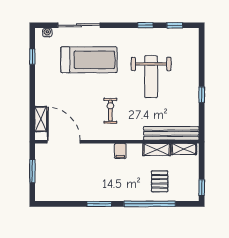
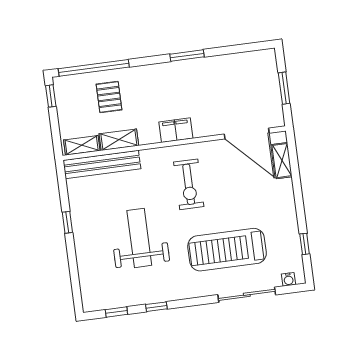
exercise bike: (110, 111) -> (189, 184), width x1.38, depth x1.39
filing cabinet: (120, 151) -> (176, 130), width x2.00
window: (150, 204) -> (94, 68), moved

